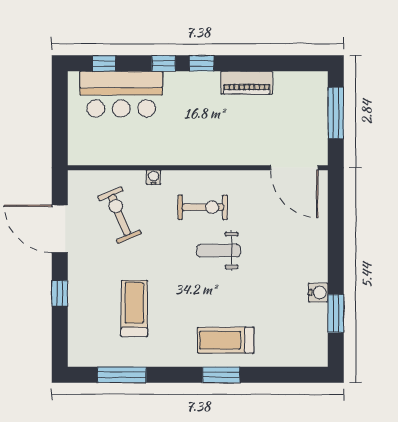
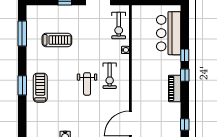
window: (104, 63) -> (185, 124), moved
piano: (247, 83) -> (175, 88), moved
exercise bike: (120, 215) -> (119, 25), moved, turned 113
weight bench: (218, 251) -> (87, 84), turned 180

